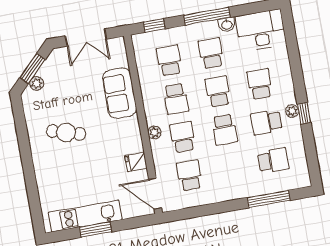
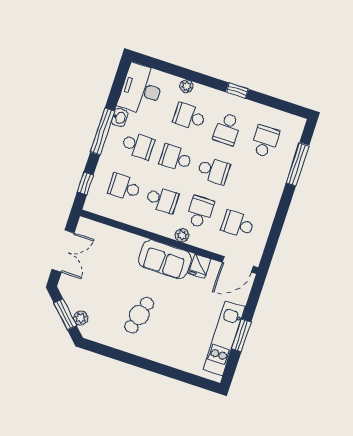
school desk: (211, 53) -> (138, 146), turned 180
sofa: (120, 93) -> (165, 259), moved
plant: (292, 111) -> (186, 86), moved
school desk: (183, 137) -> (200, 212), turned 90

